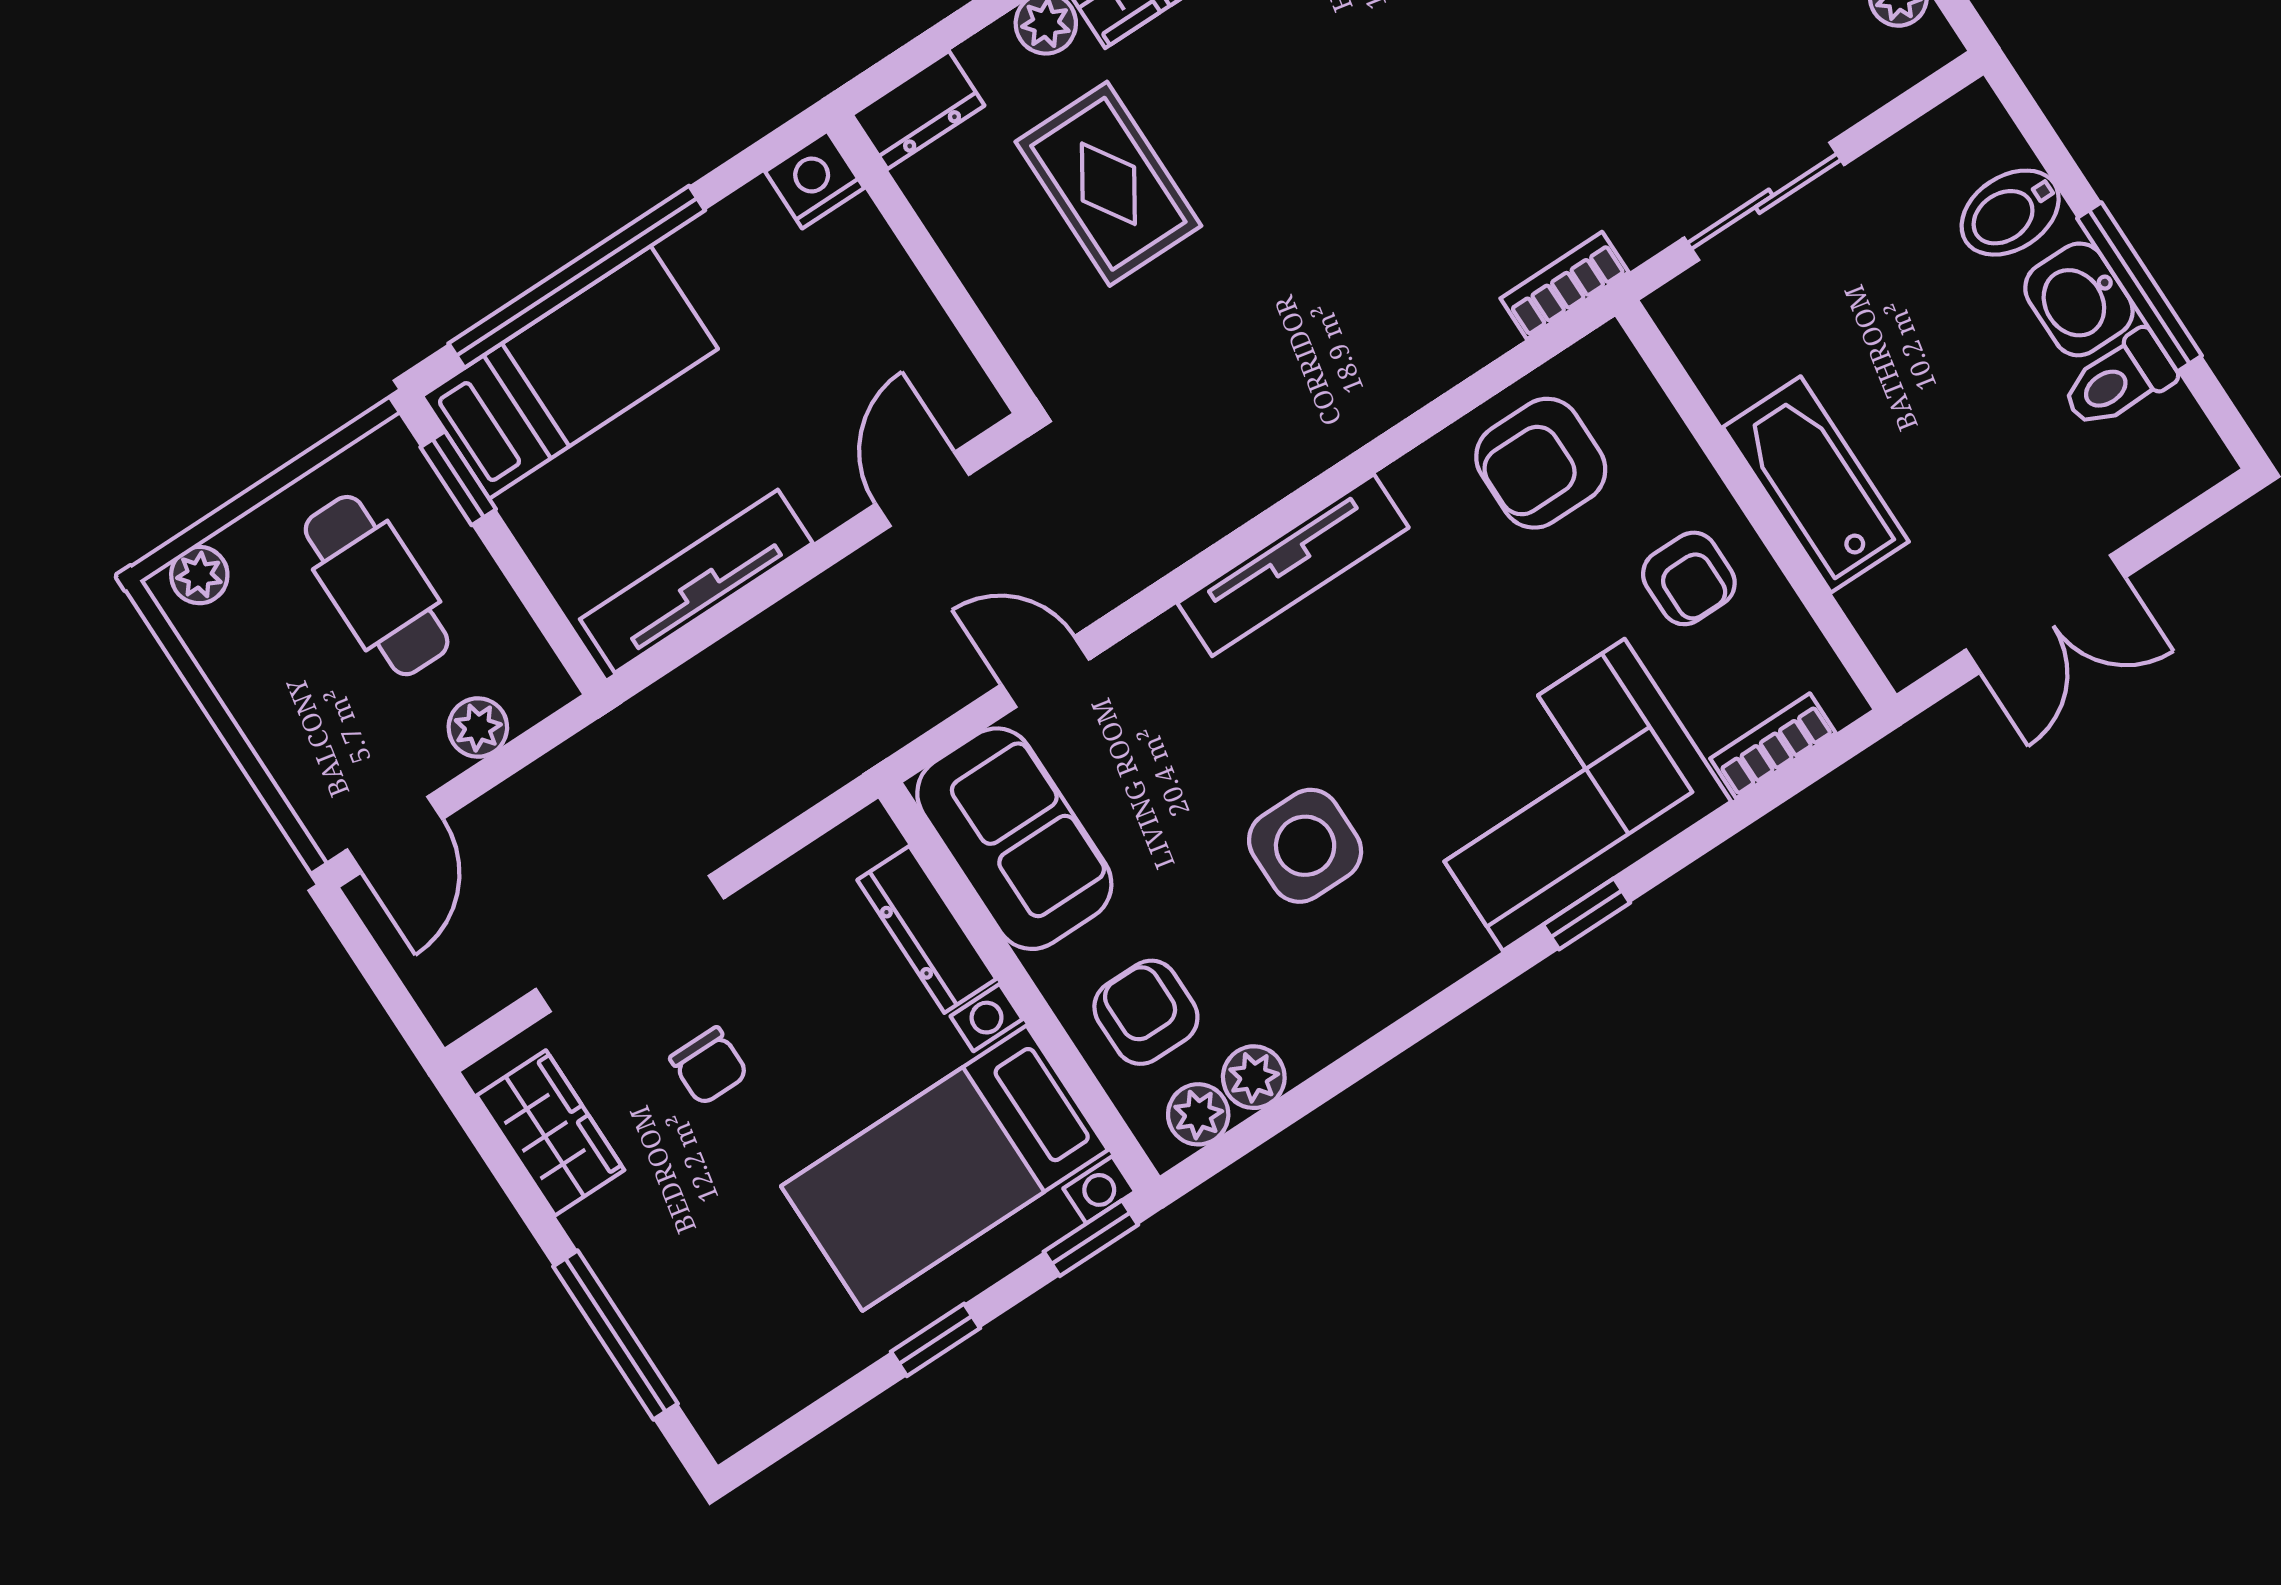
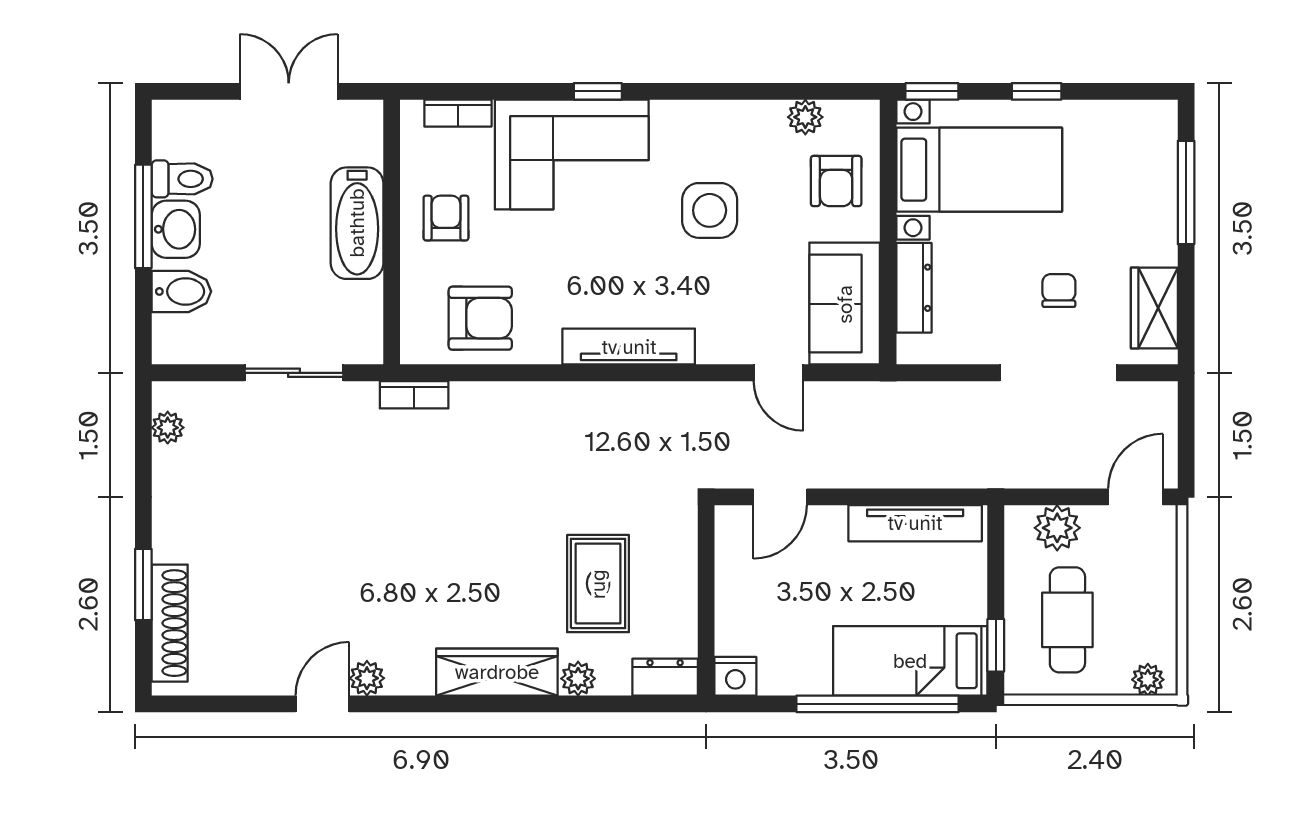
plant: (478, 727) -> (1057, 528), width x1.38, depth x1.38
plant: (1198, 1114) -> (843, 117), removed

